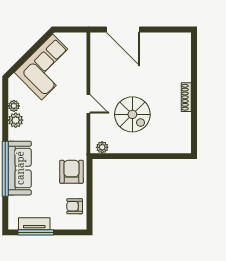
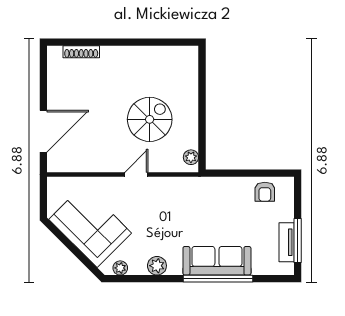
shoe rack: (186, 97) -> (81, 52), moved
plant: (14, 106) -> (120, 268), moved
armchair: (71, 172) -> (222, 196), removed

